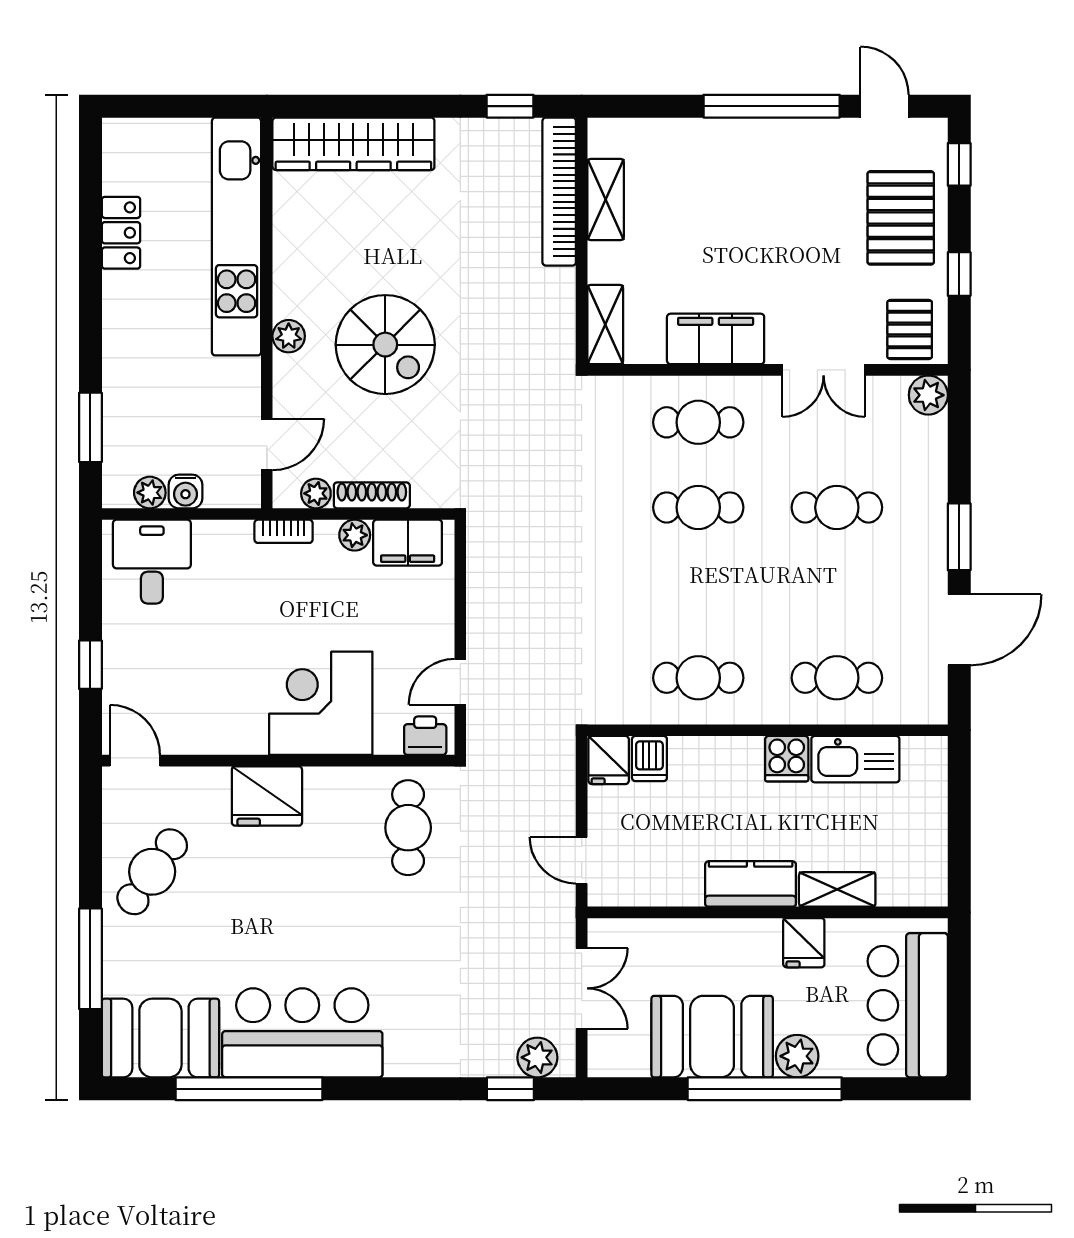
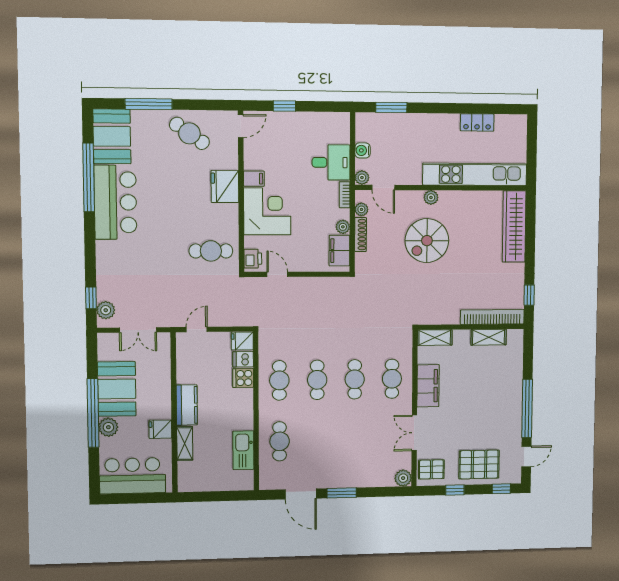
plant: (150, 493) -> (362, 178), moved
cafe table: (837, 507) -> (317, 380), moved
desk: (152, 562) -> (331, 162), moved
filing cabinet: (249, 732) -> (254, 179), added
cooker: (787, 759) -> (243, 378), moved

